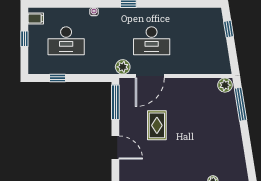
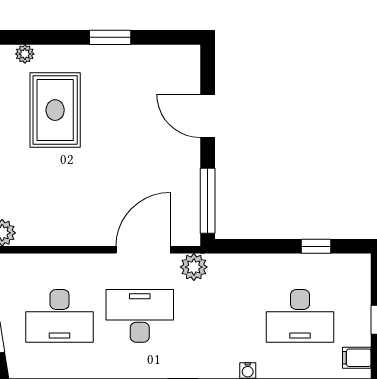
desk: (66, 41) -> (300, 316), turned 180
desk: (194, 41) -> (60, 316), added
rug: (157, 125) -> (55, 110), moved, width x1.36, depth x1.43

